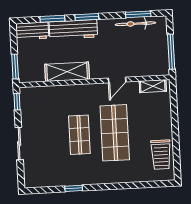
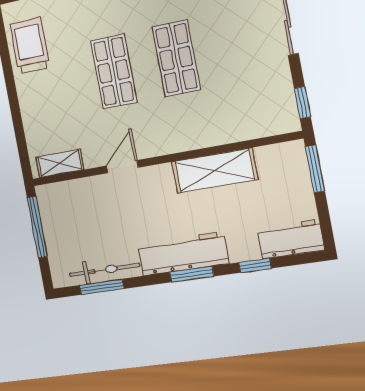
window: (52, 19) -> (255, 265), width x0.67
workbench: (73, 29) -> (183, 254), moved
shop shelf: (115, 133) -> (114, 71), width x0.70, depth x0.74

